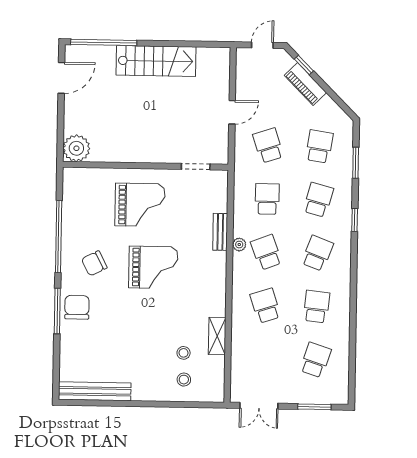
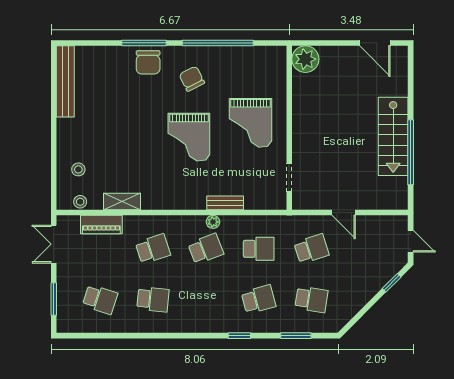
window: (104, 42) -> (411, 152), moved
piano: (305, 84) -> (101, 224), moved, turned -135
school desk: (318, 200) -> (259, 299), turned -30
school desk: (317, 253) -> (206, 299), removed
chair: (77, 307) -> (148, 62), turned 90
stool: (184, 353) -> (80, 202), moved

